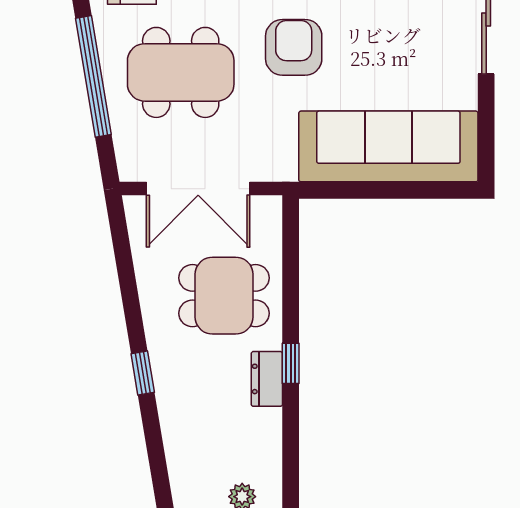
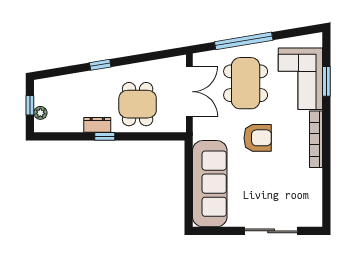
double door: (198, 189) -> (189, 92), swing flipped

